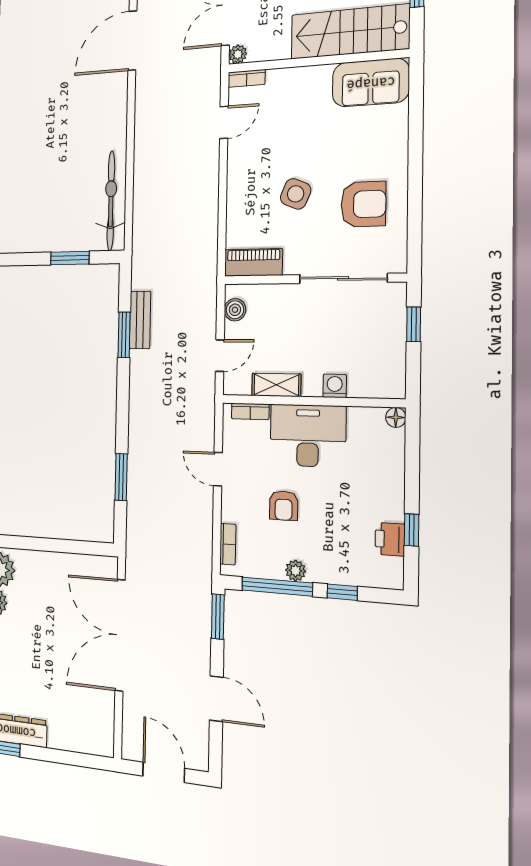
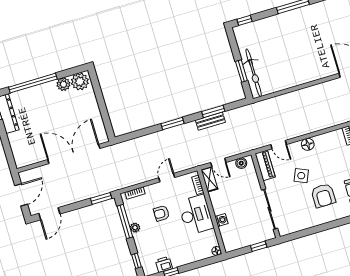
door: (224, 122) -> (279, 145), moved
floor lamp: (239, 165) -> (308, 144), added
bicycle: (111, 201) -> (254, 73), moved, turned 90
armchair: (363, 204) -> (323, 196), moved
bench: (140, 320) -> (210, 121), moved
shelving: (276, 385) -> (209, 179), moved
window: (121, 477) -> (172, 124), moved
window: (342, 592) -> (136, 261), moved
door: (216, 699) -> (49, 214), moved

